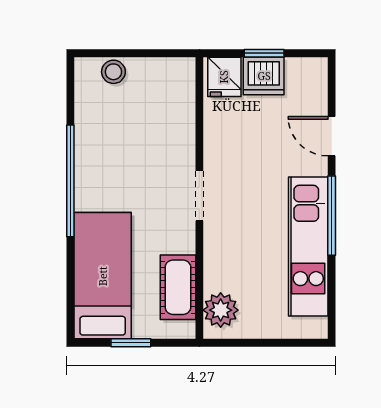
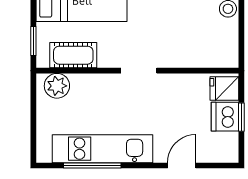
window: (332, 216) -> (92, 165), moved
window: (131, 343) -> (33, 41), moved

